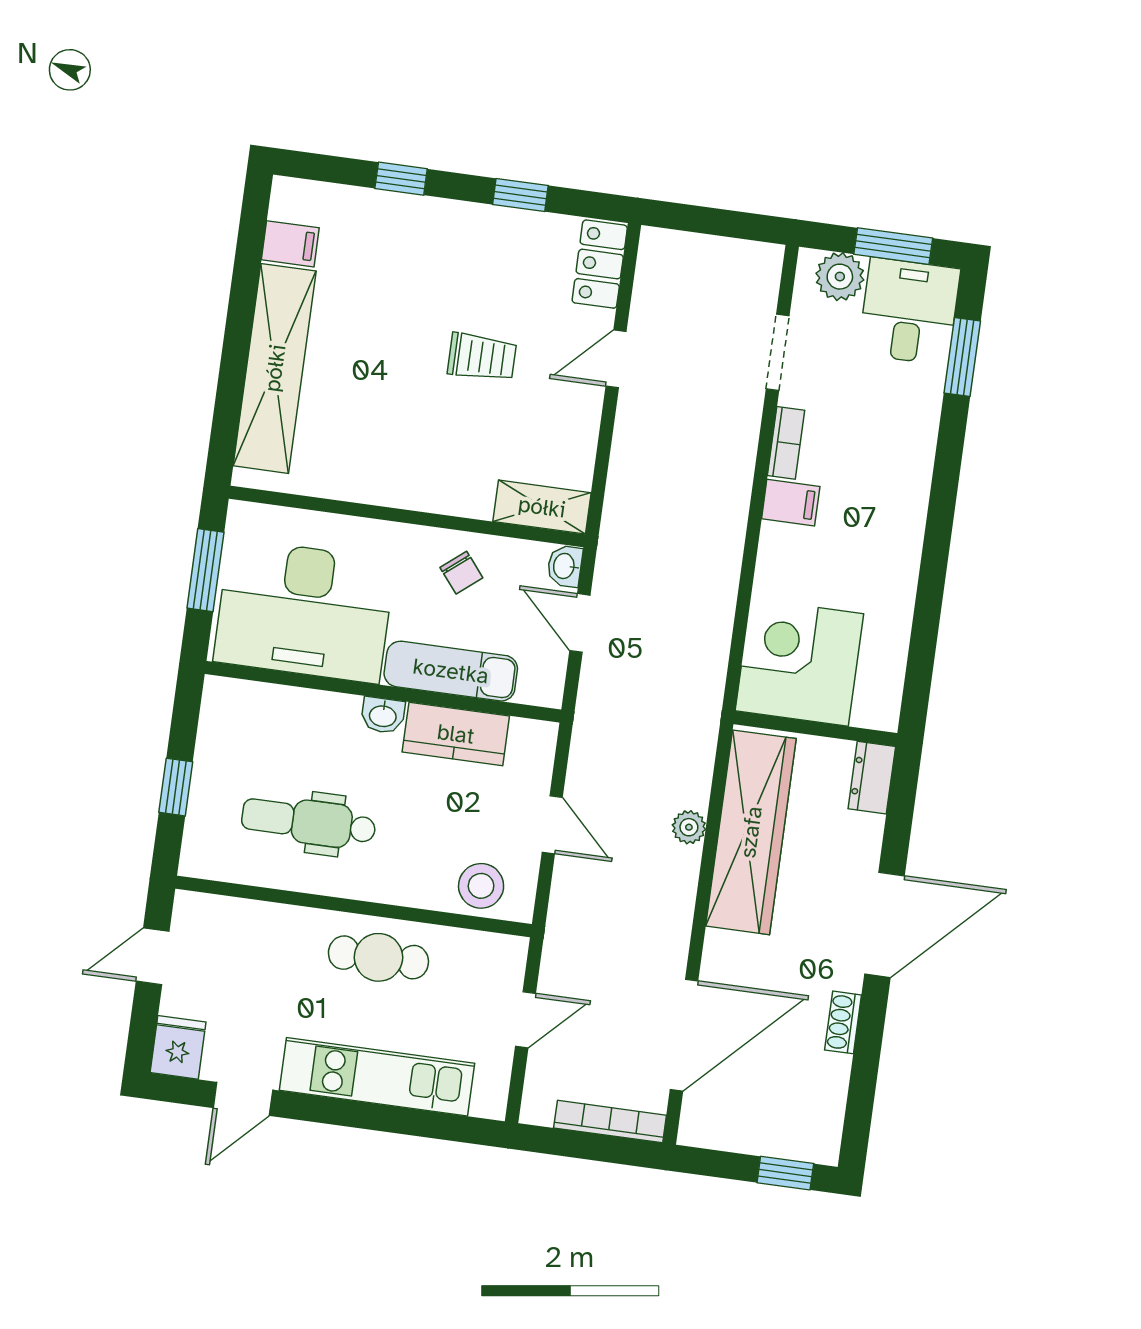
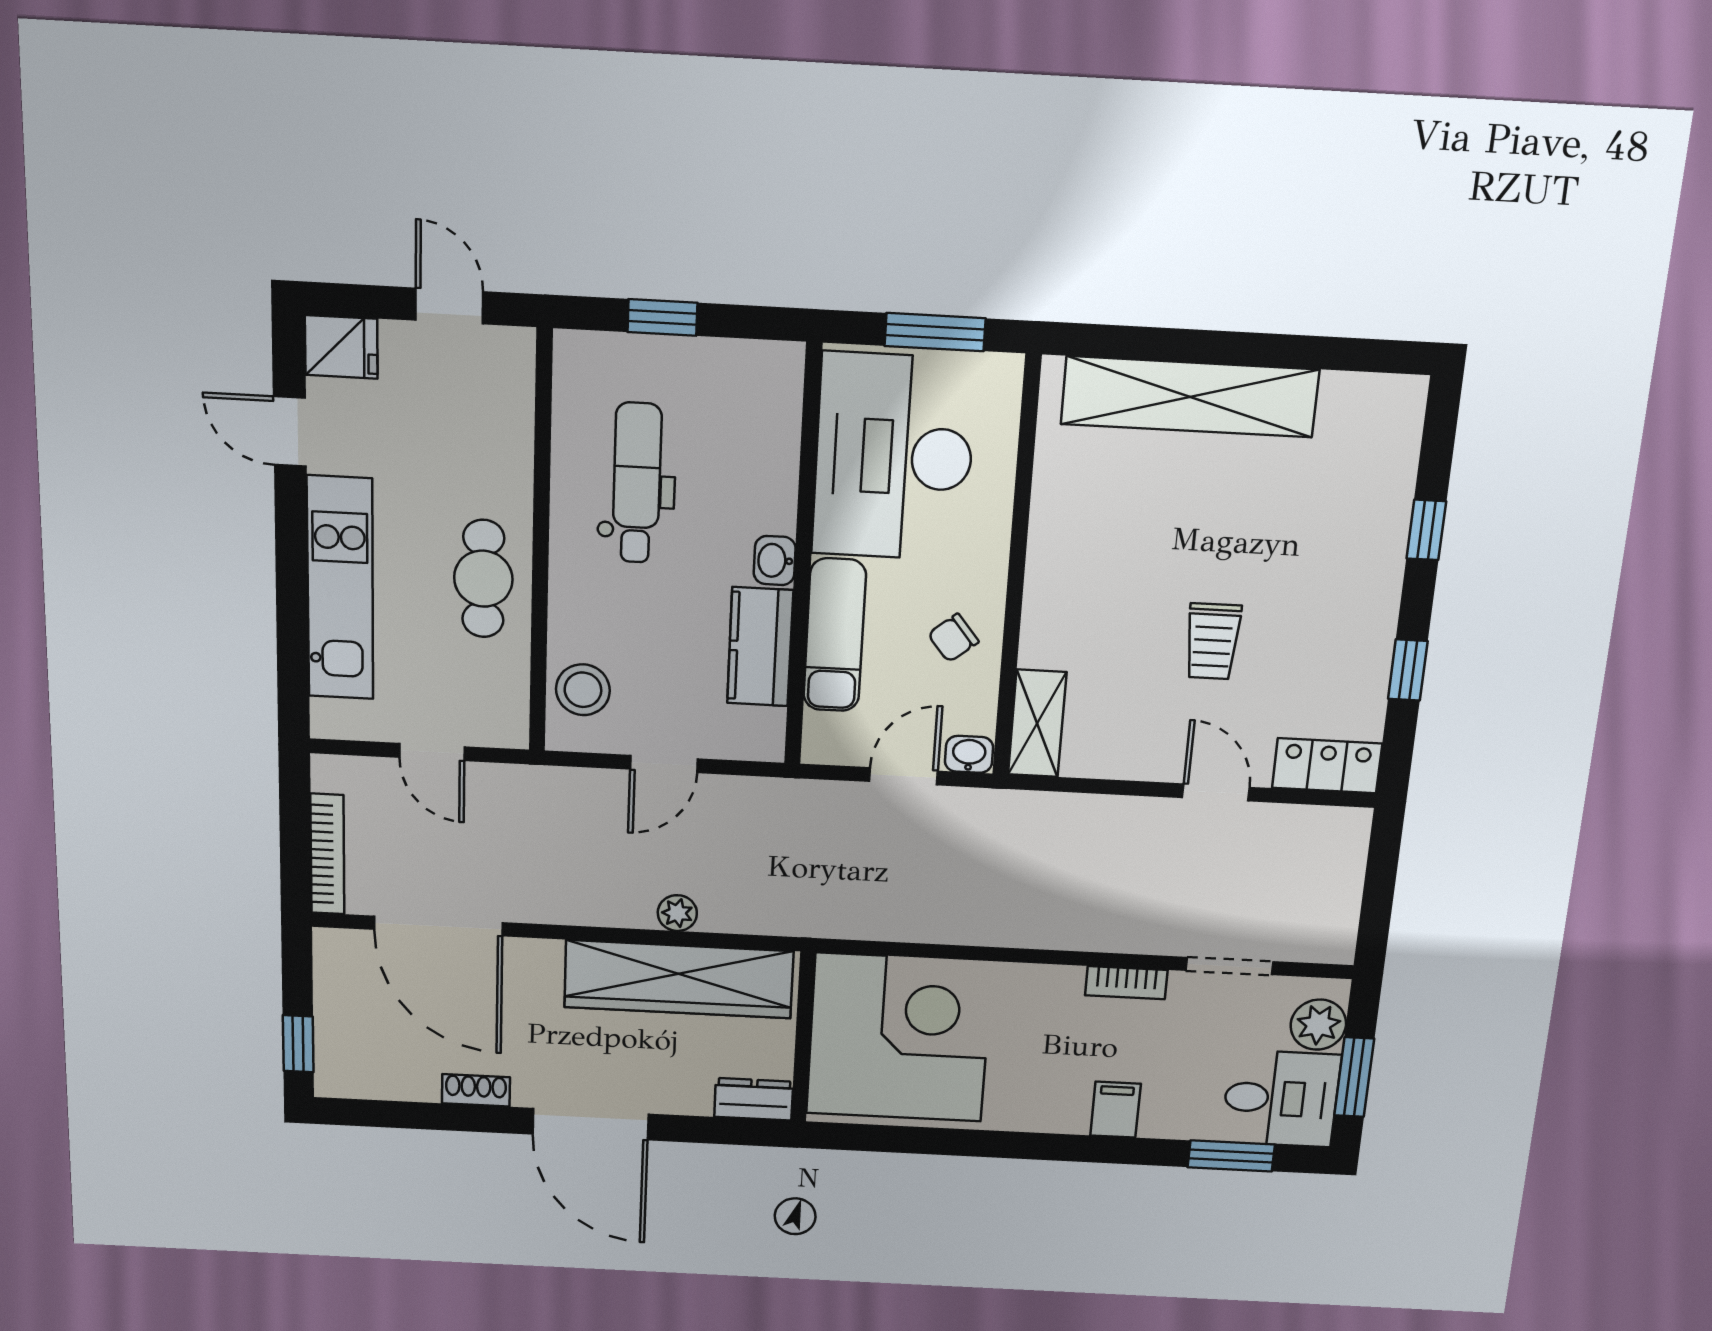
filing cabinet: (290, 244) -> (1345, 403), removed
filing cabinet: (791, 503) -> (1115, 1110), moved, turned 180
corner desk: (799, 662) -> (899, 1038), width x1.36, depth x1.36

